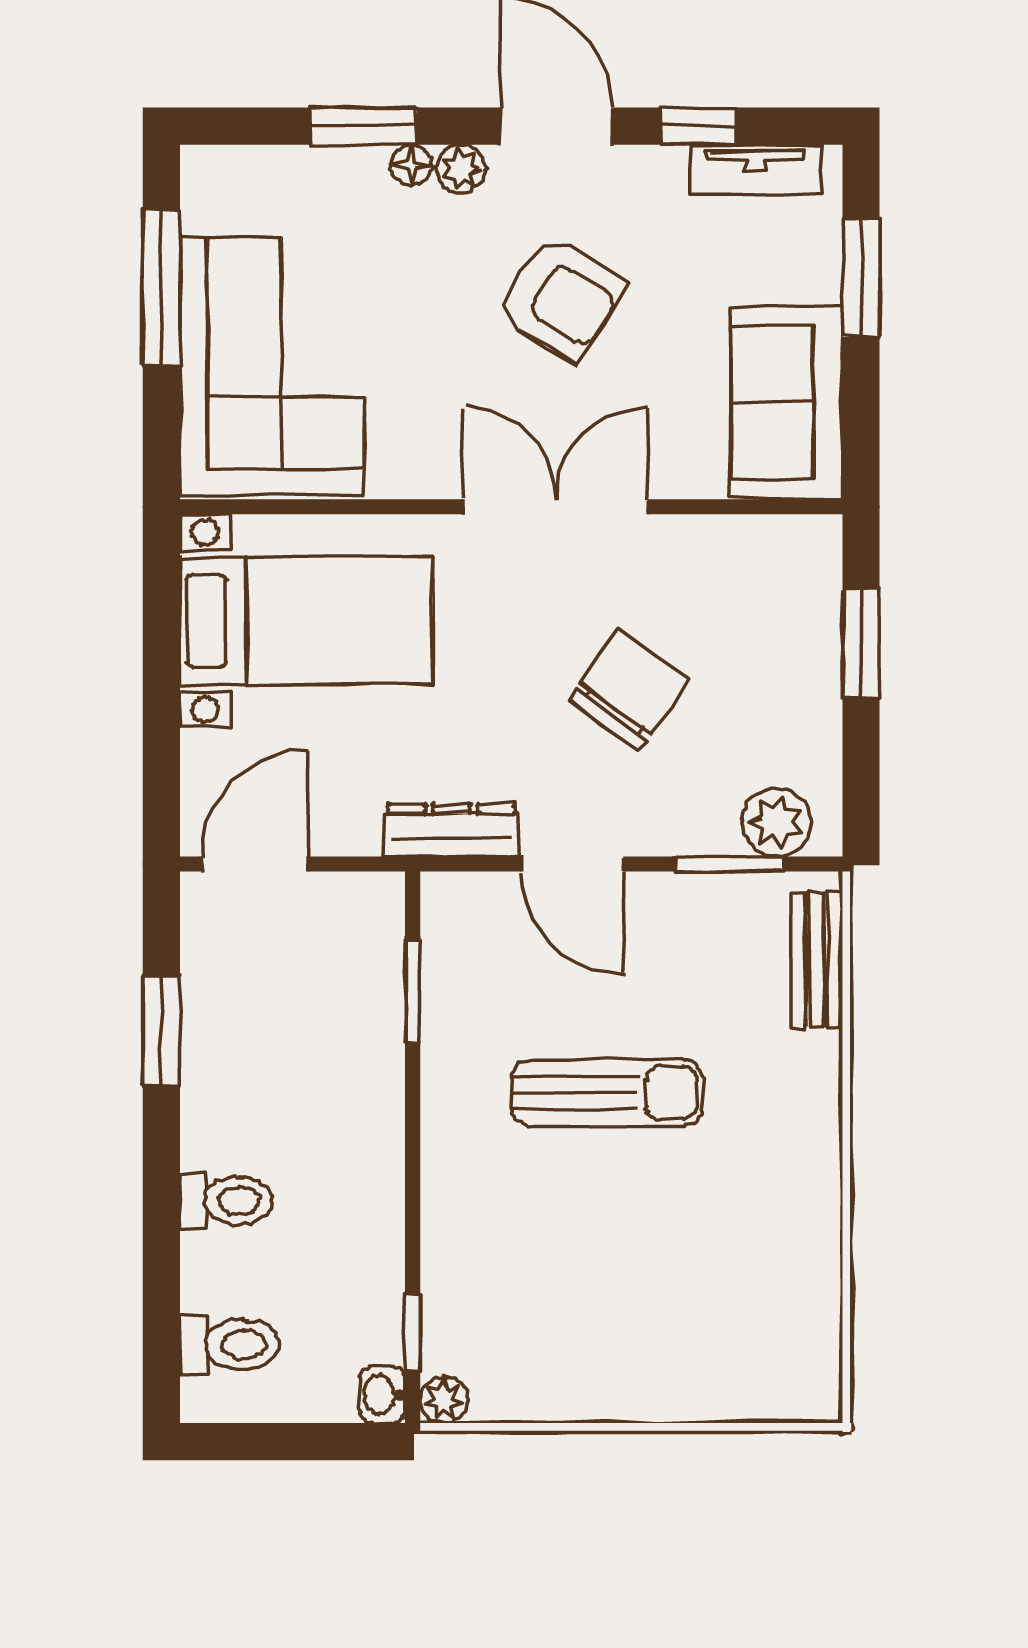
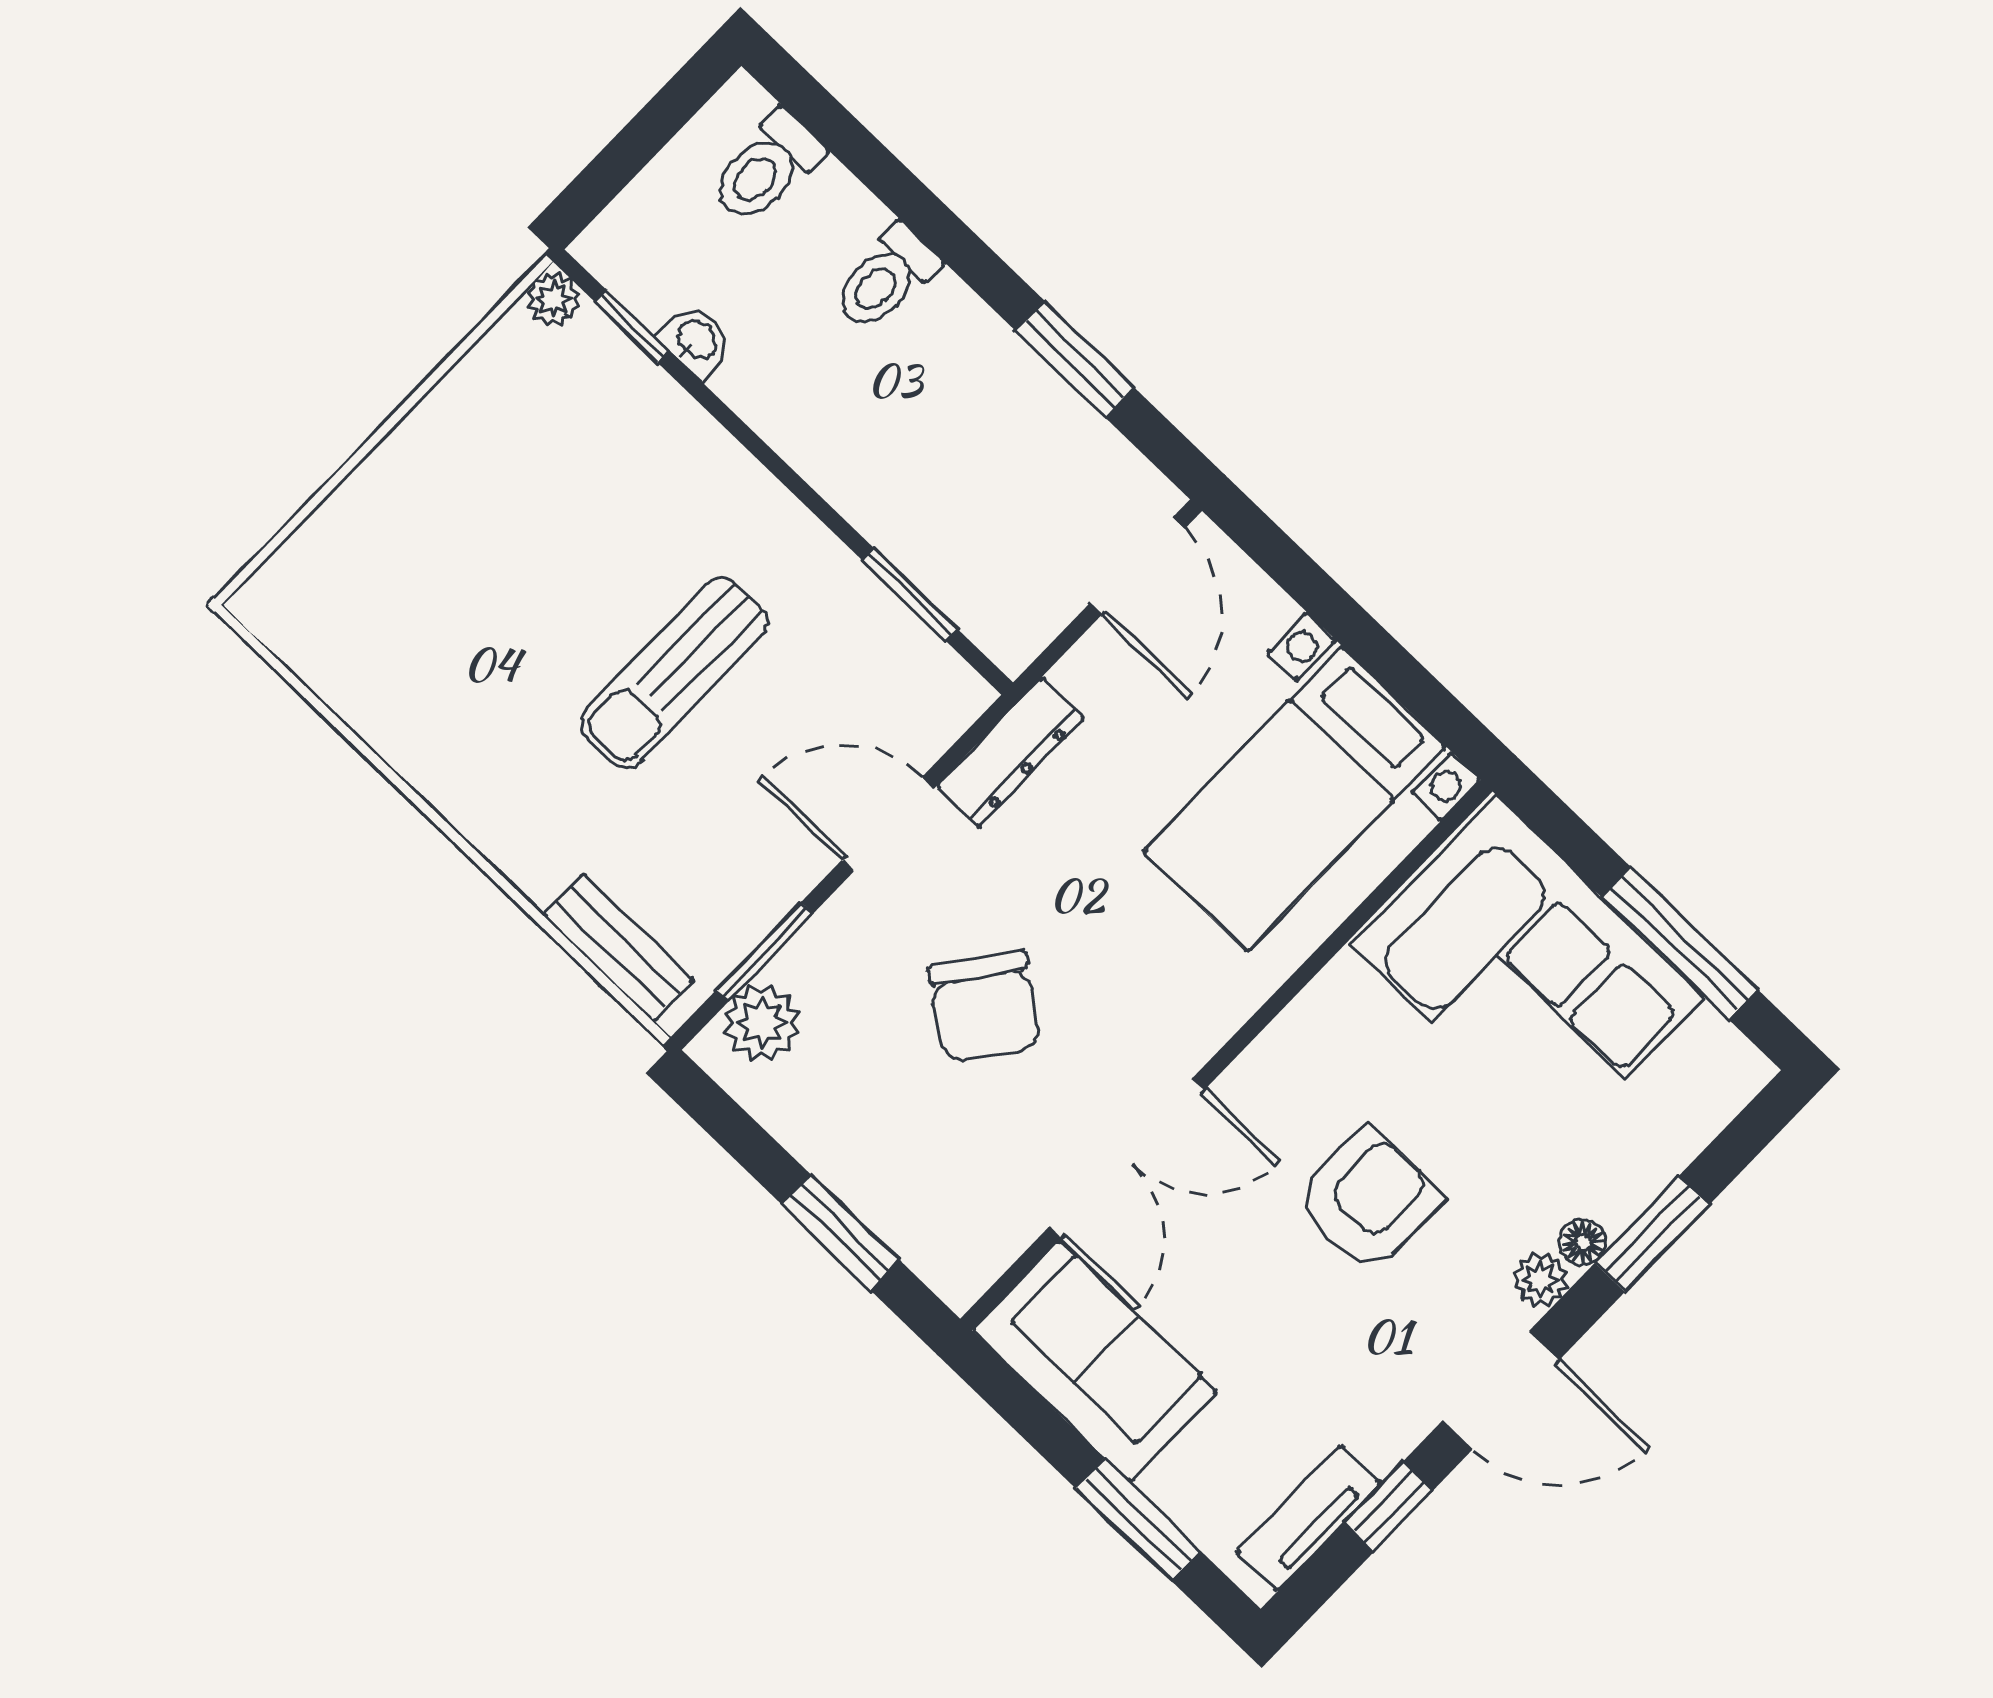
armchair: (561, 298) -> (1368, 1200), moved, turned 148
double door: (556, 507) -> (1127, 1158), moved
washbasin: (382, 1395) -> (696, 340), moved

